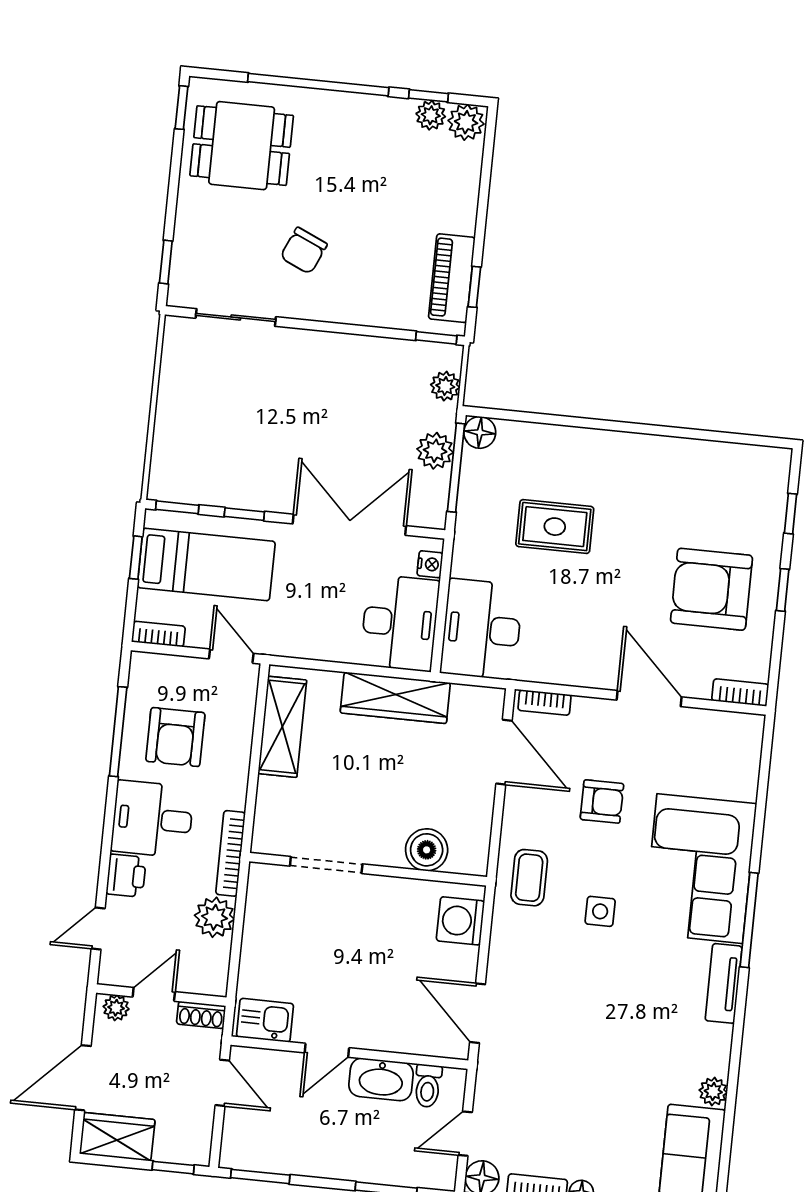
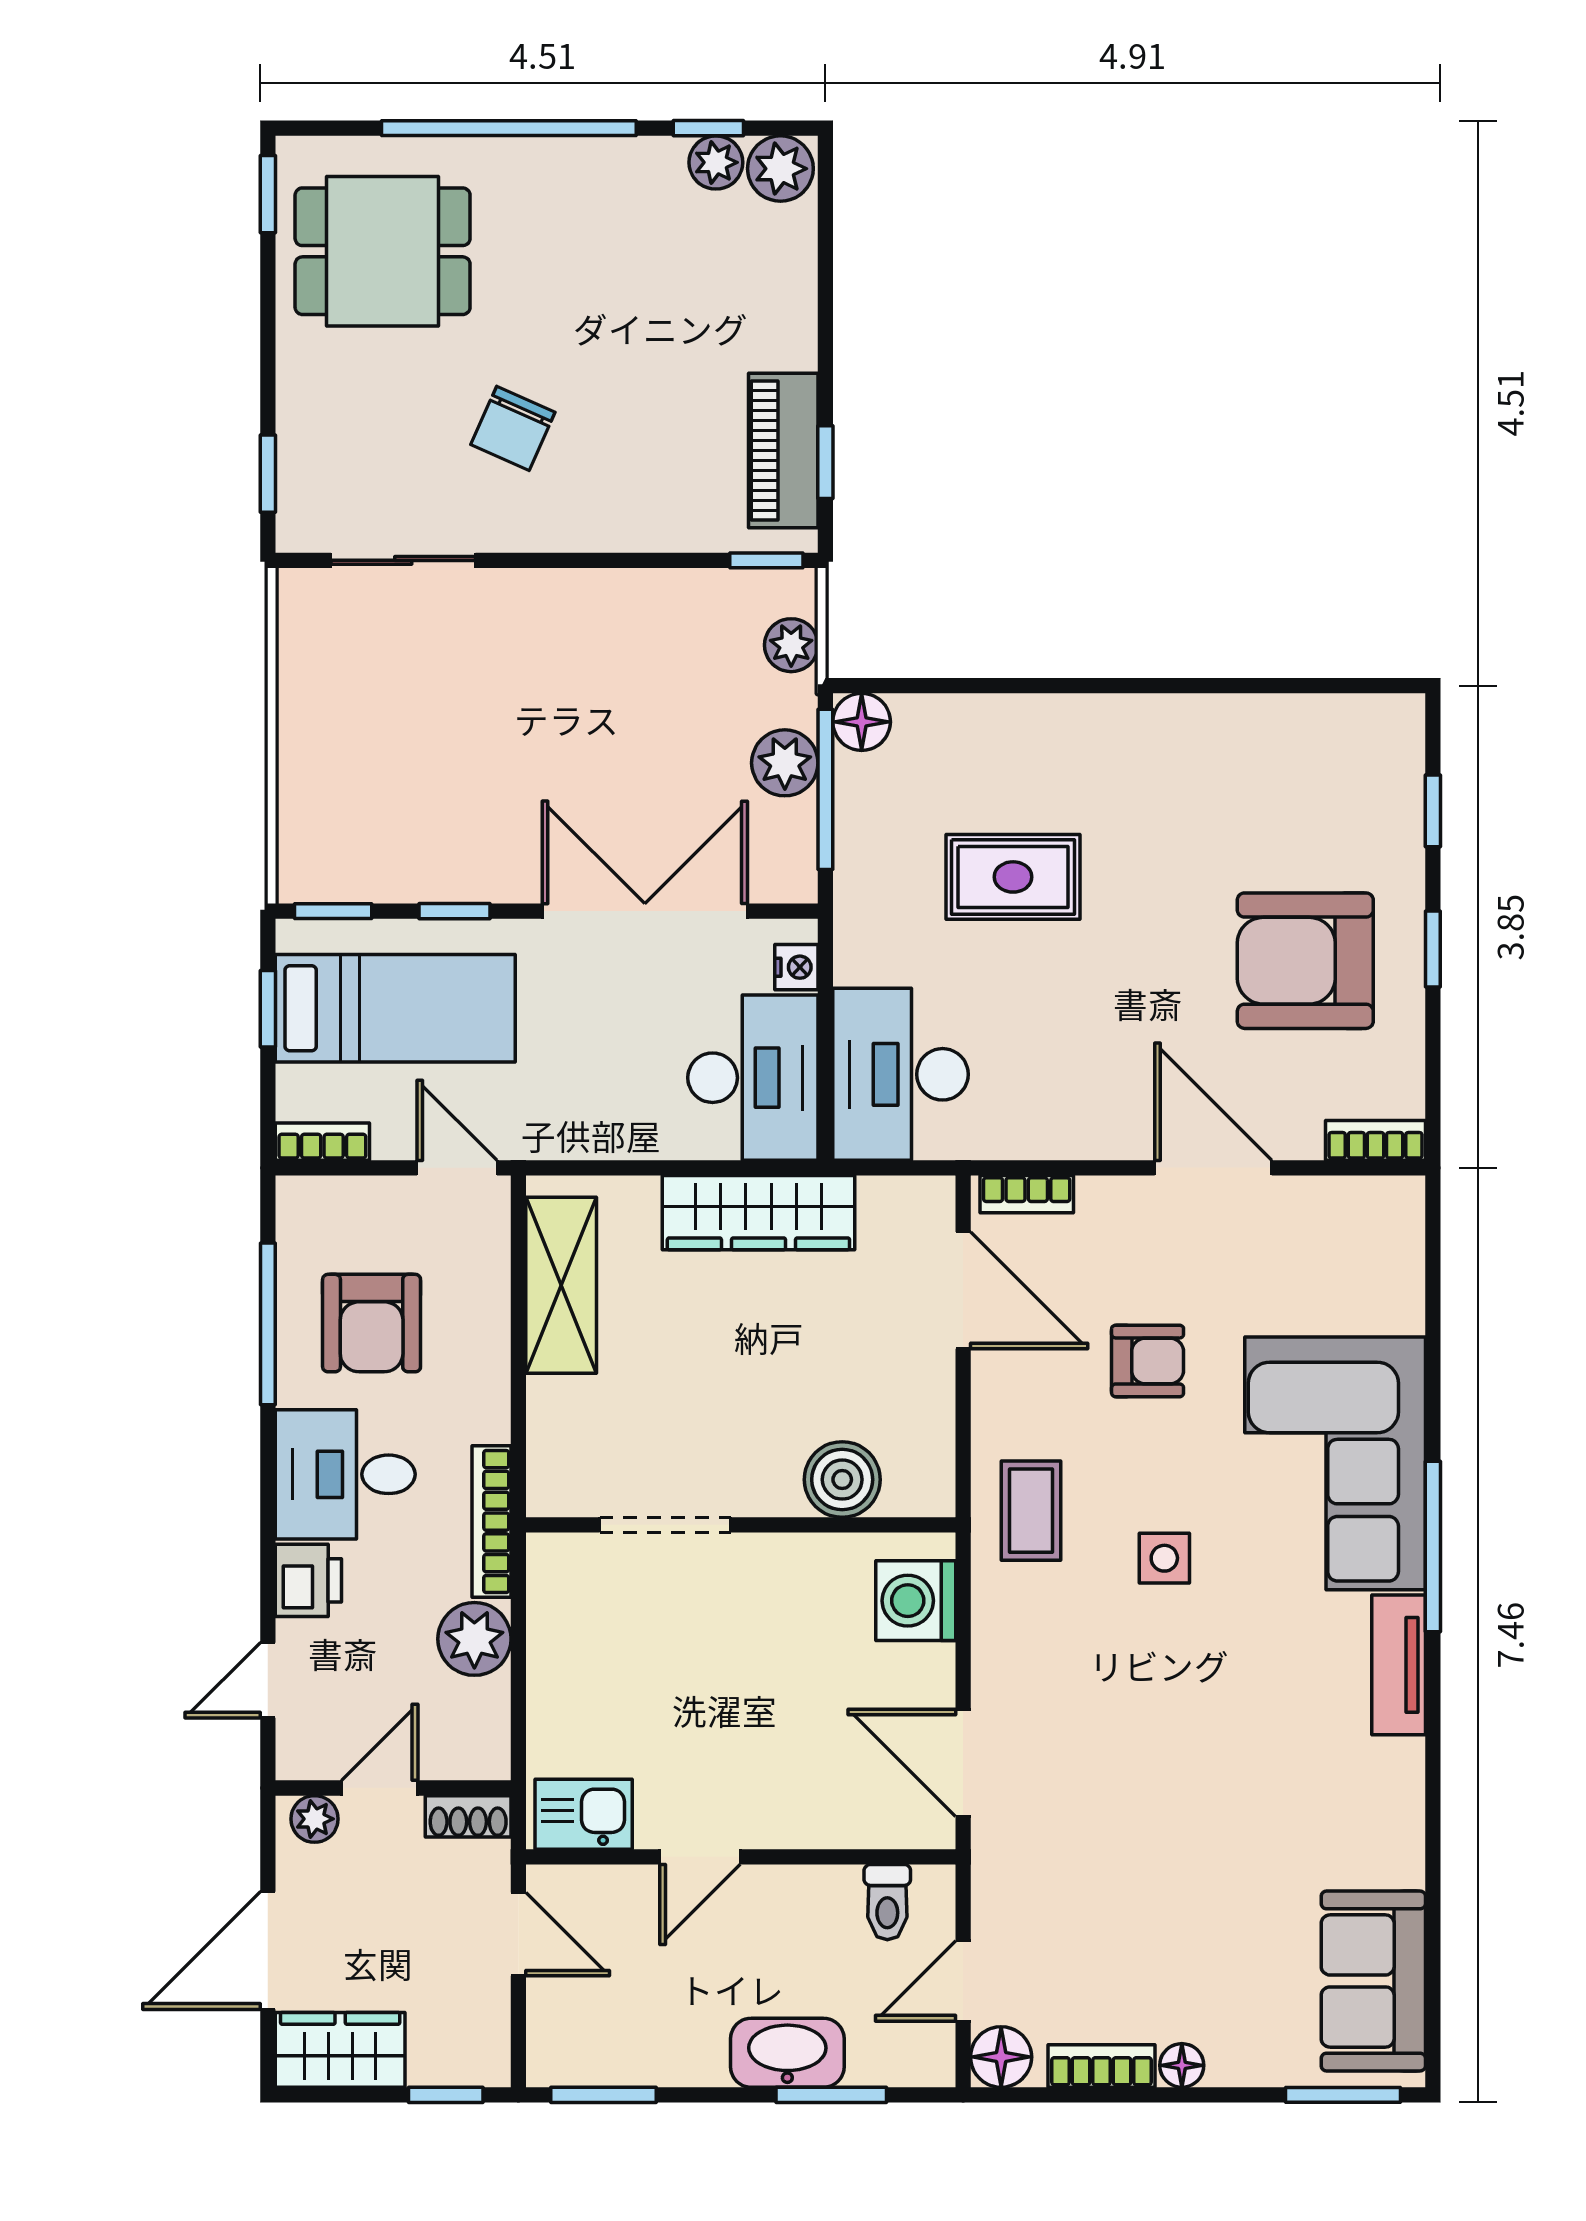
washbasin: (381, 1079) -> (787, 2053), moved, turned 180
plant: (713, 1092) -> (1400, 1860), removed

